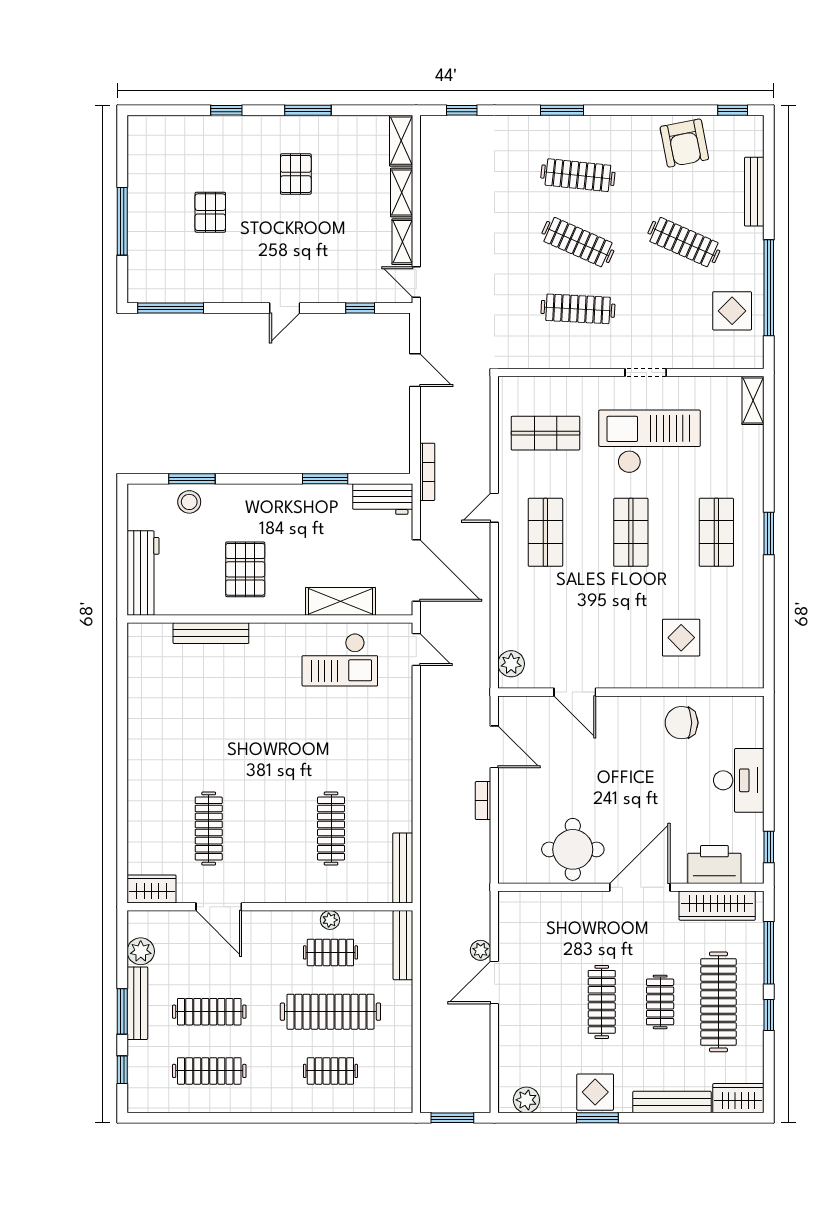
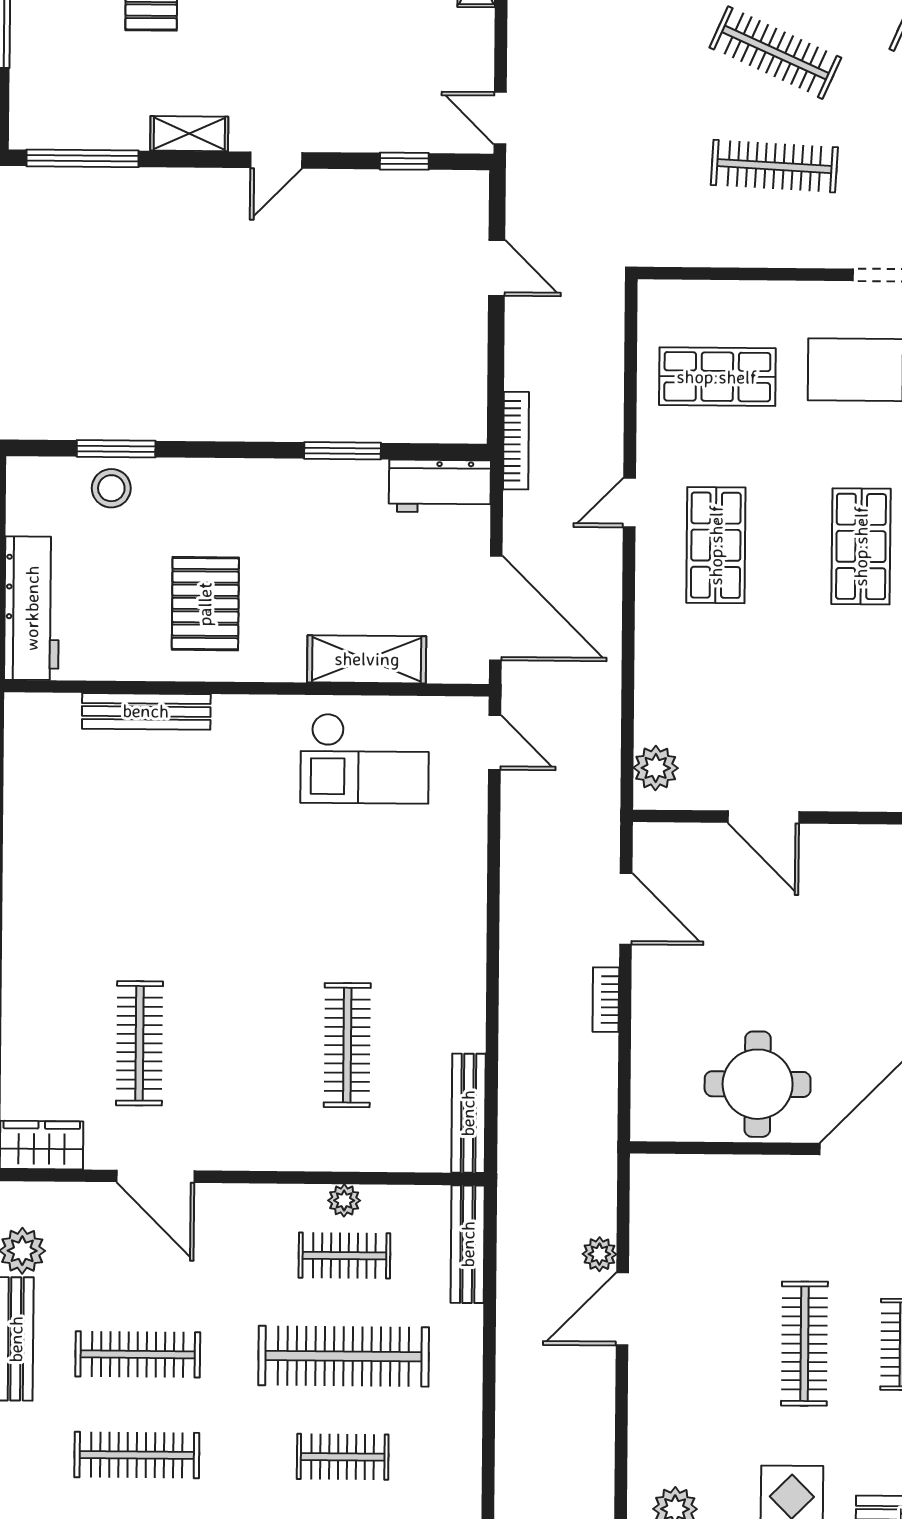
shelving: (402, 242) -> (189, 134), moved, turned 90

